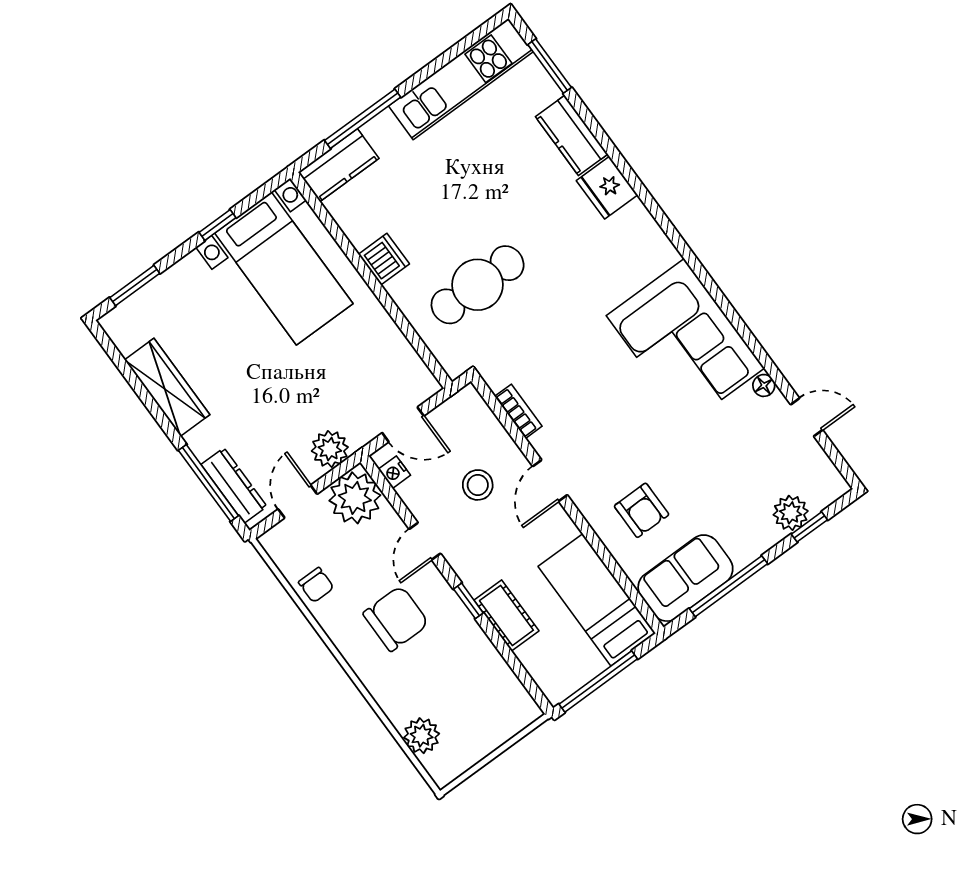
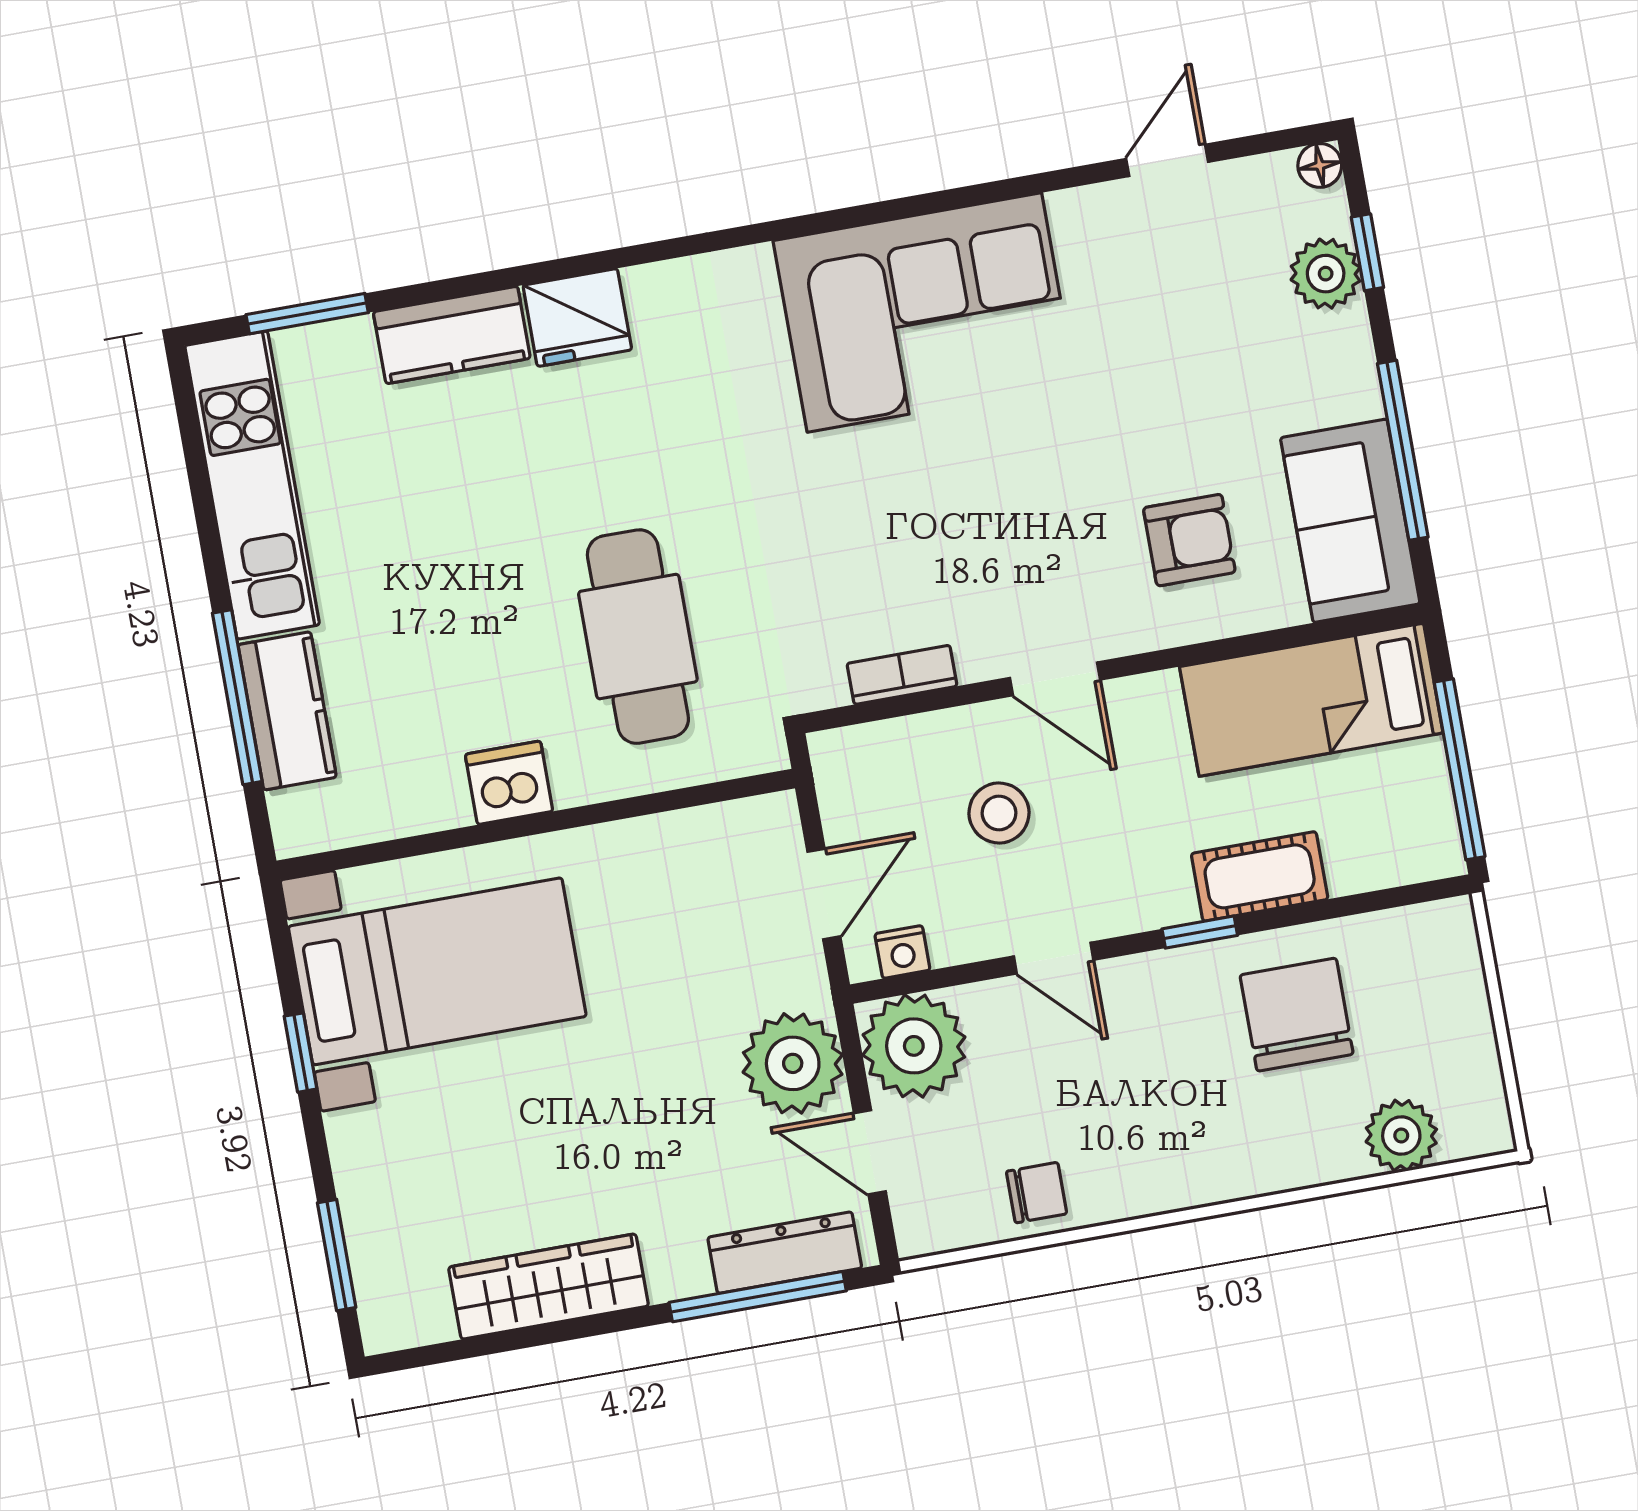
kitchen counter: (339, 165) -> (287, 711), moved
floor lamp: (764, 385) -> (1320, 165), moved
plant: (330, 449) -> (793, 1063), width x1.36, depth x1.36
chair: (396, 619) -> (1297, 1015), moved

